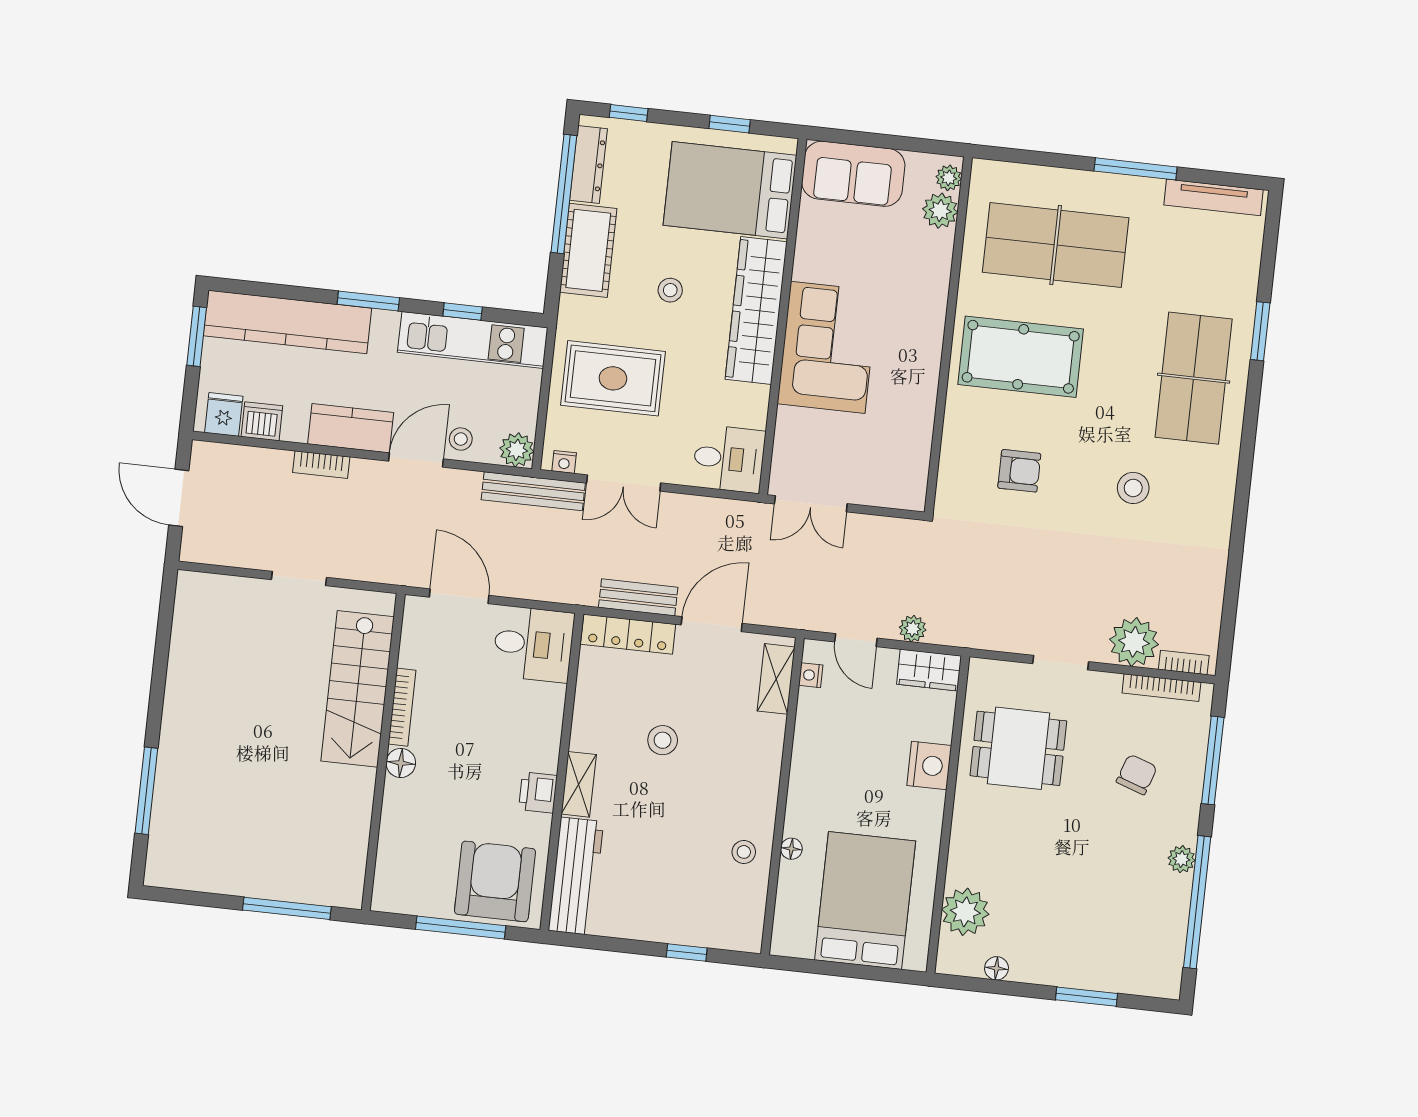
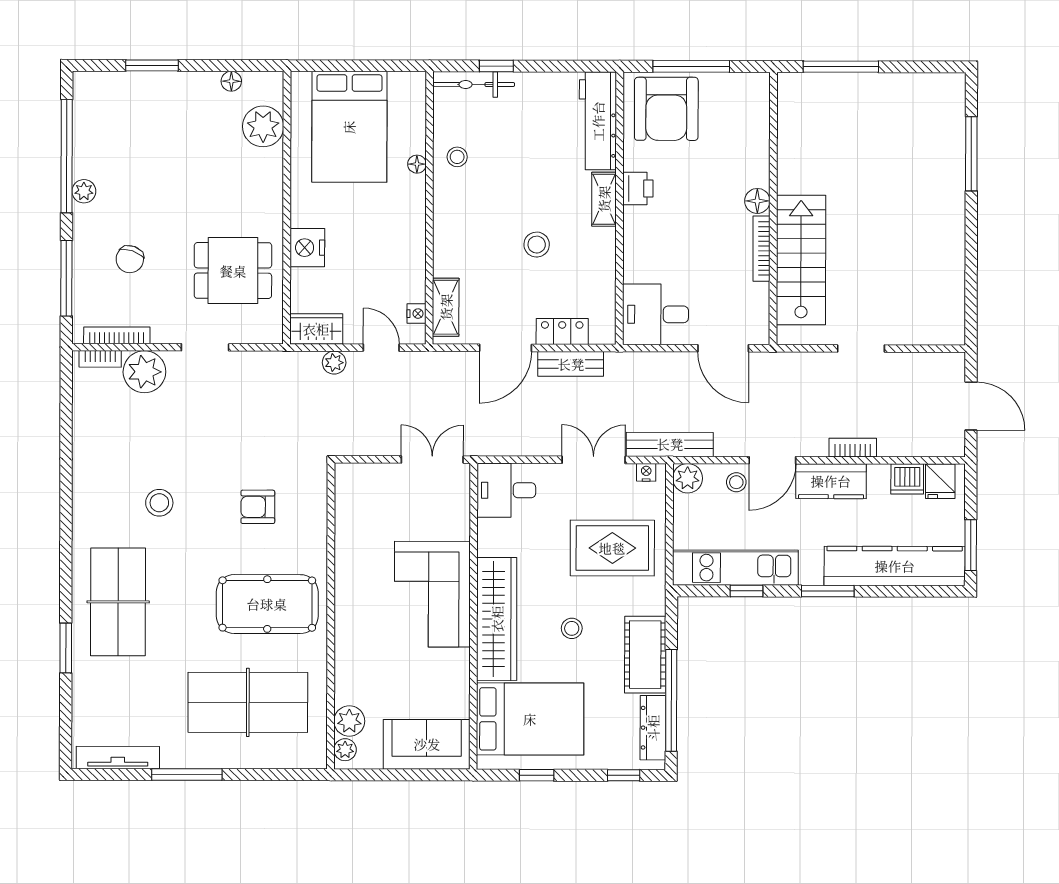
locker: (628, 634) -> (562, 332), width x0.66
bicycle: (715, 934) -> (474, 84), added

